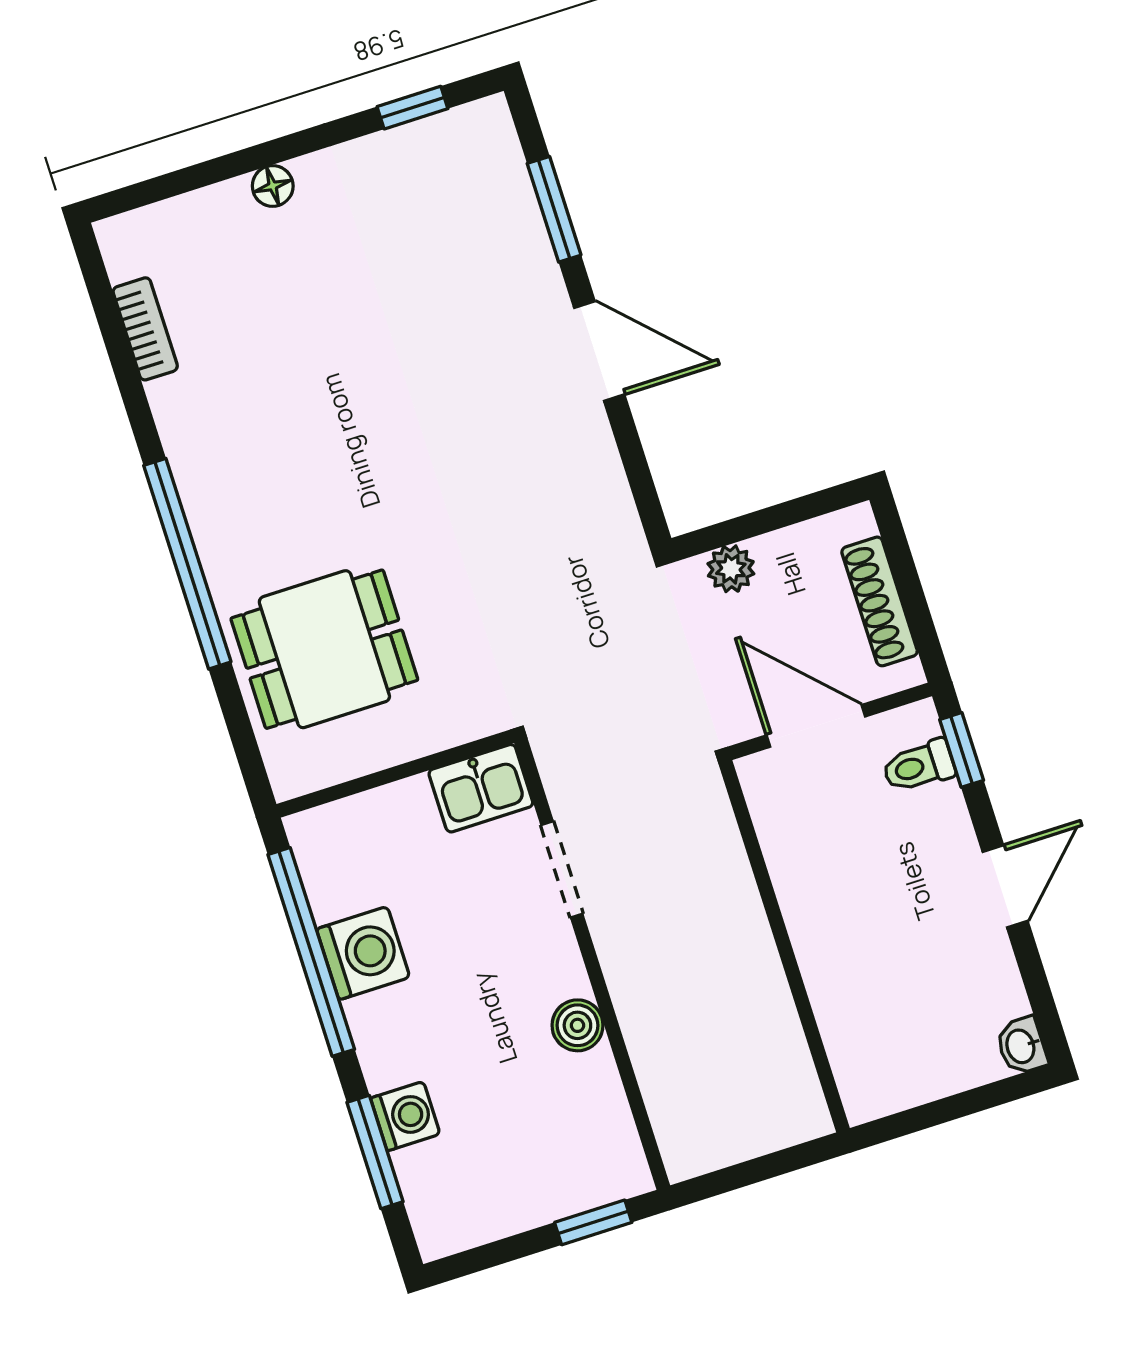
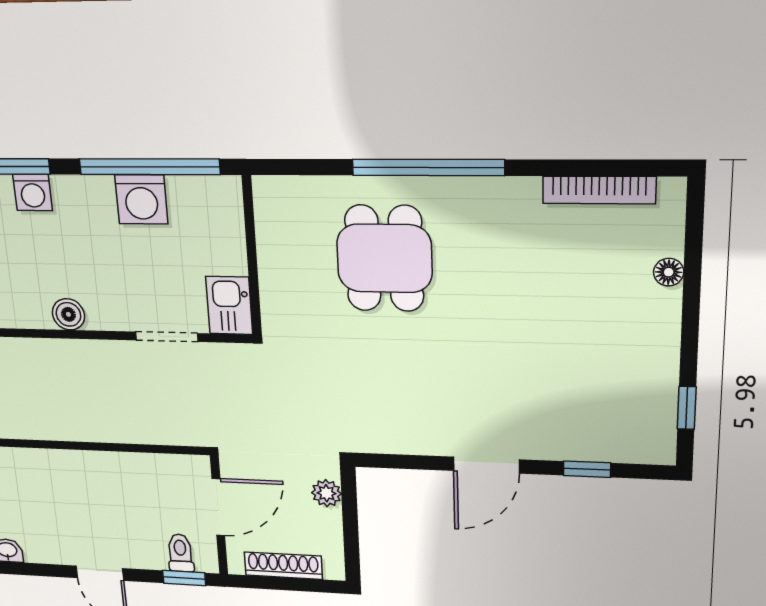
floor lamp: (273, 186) -> (669, 272), moved
window: (554, 209) -> (587, 469), width x0.67
bookcase: (145, 329) -> (599, 190), width x1.56
dining table: (324, 649) -> (384, 258), moved

